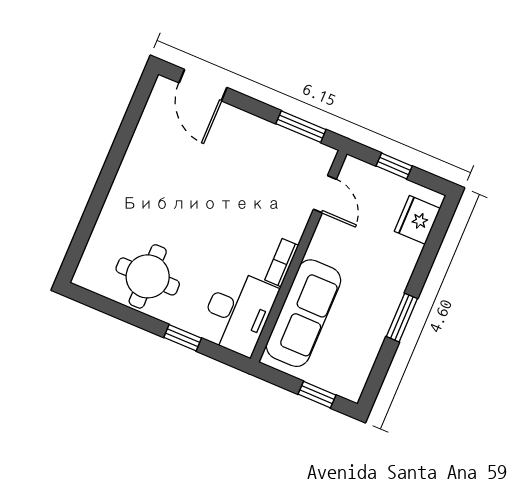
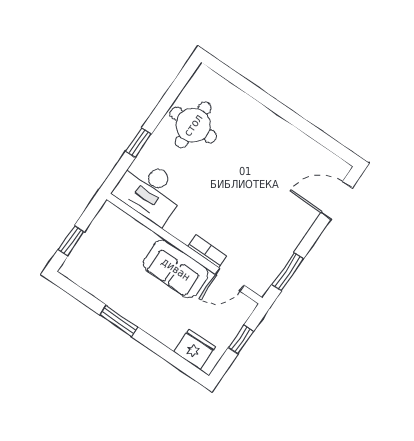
bookcase: (282, 263) -> (207, 251), moved
sofa: (304, 313) -> (176, 269), moved, width x0.73

